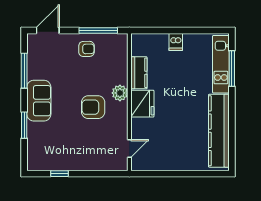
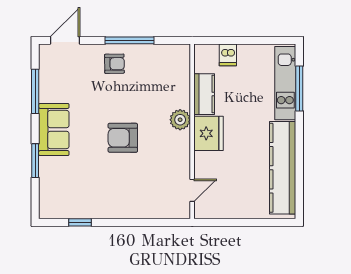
kitchen counter: (139, 73) -> (204, 94), moved
plant: (120, 93) -> (180, 120), moved
wall: (129, 102) -> (192, 131), moved
fridge: (142, 104) -> (209, 133), moved
door: (129, 149) -> (192, 190), moved

